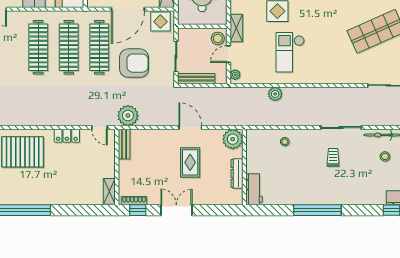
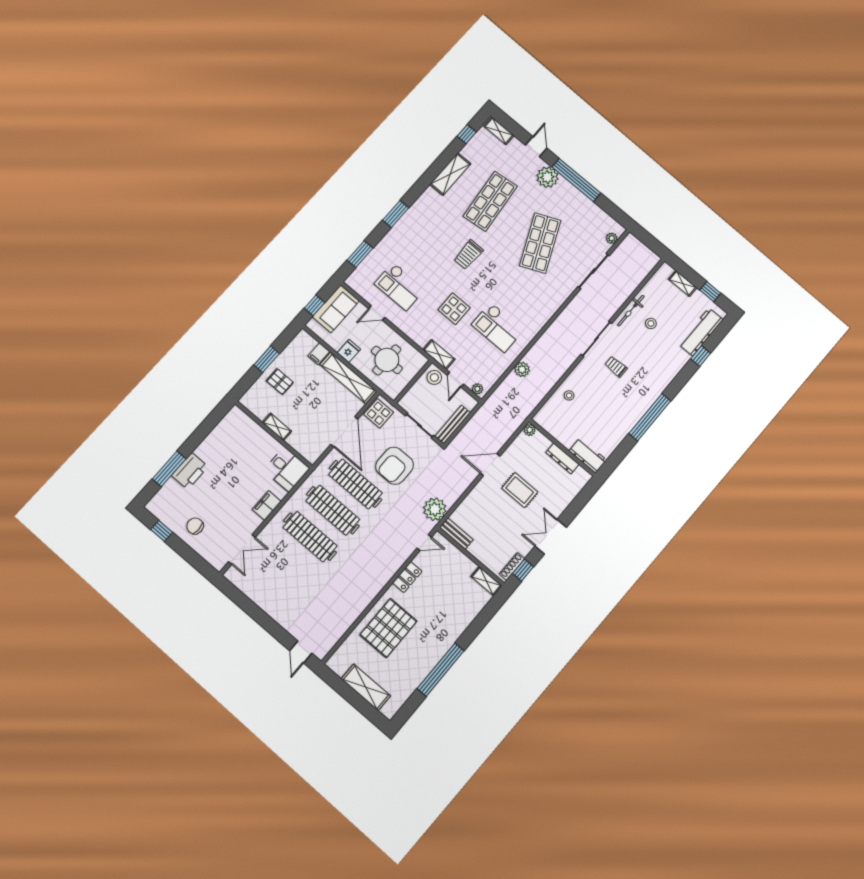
armchair: (134, 63) -> (395, 466), turned 180
plant: (233, 139) -> (530, 430), width x0.53, depth x0.53

